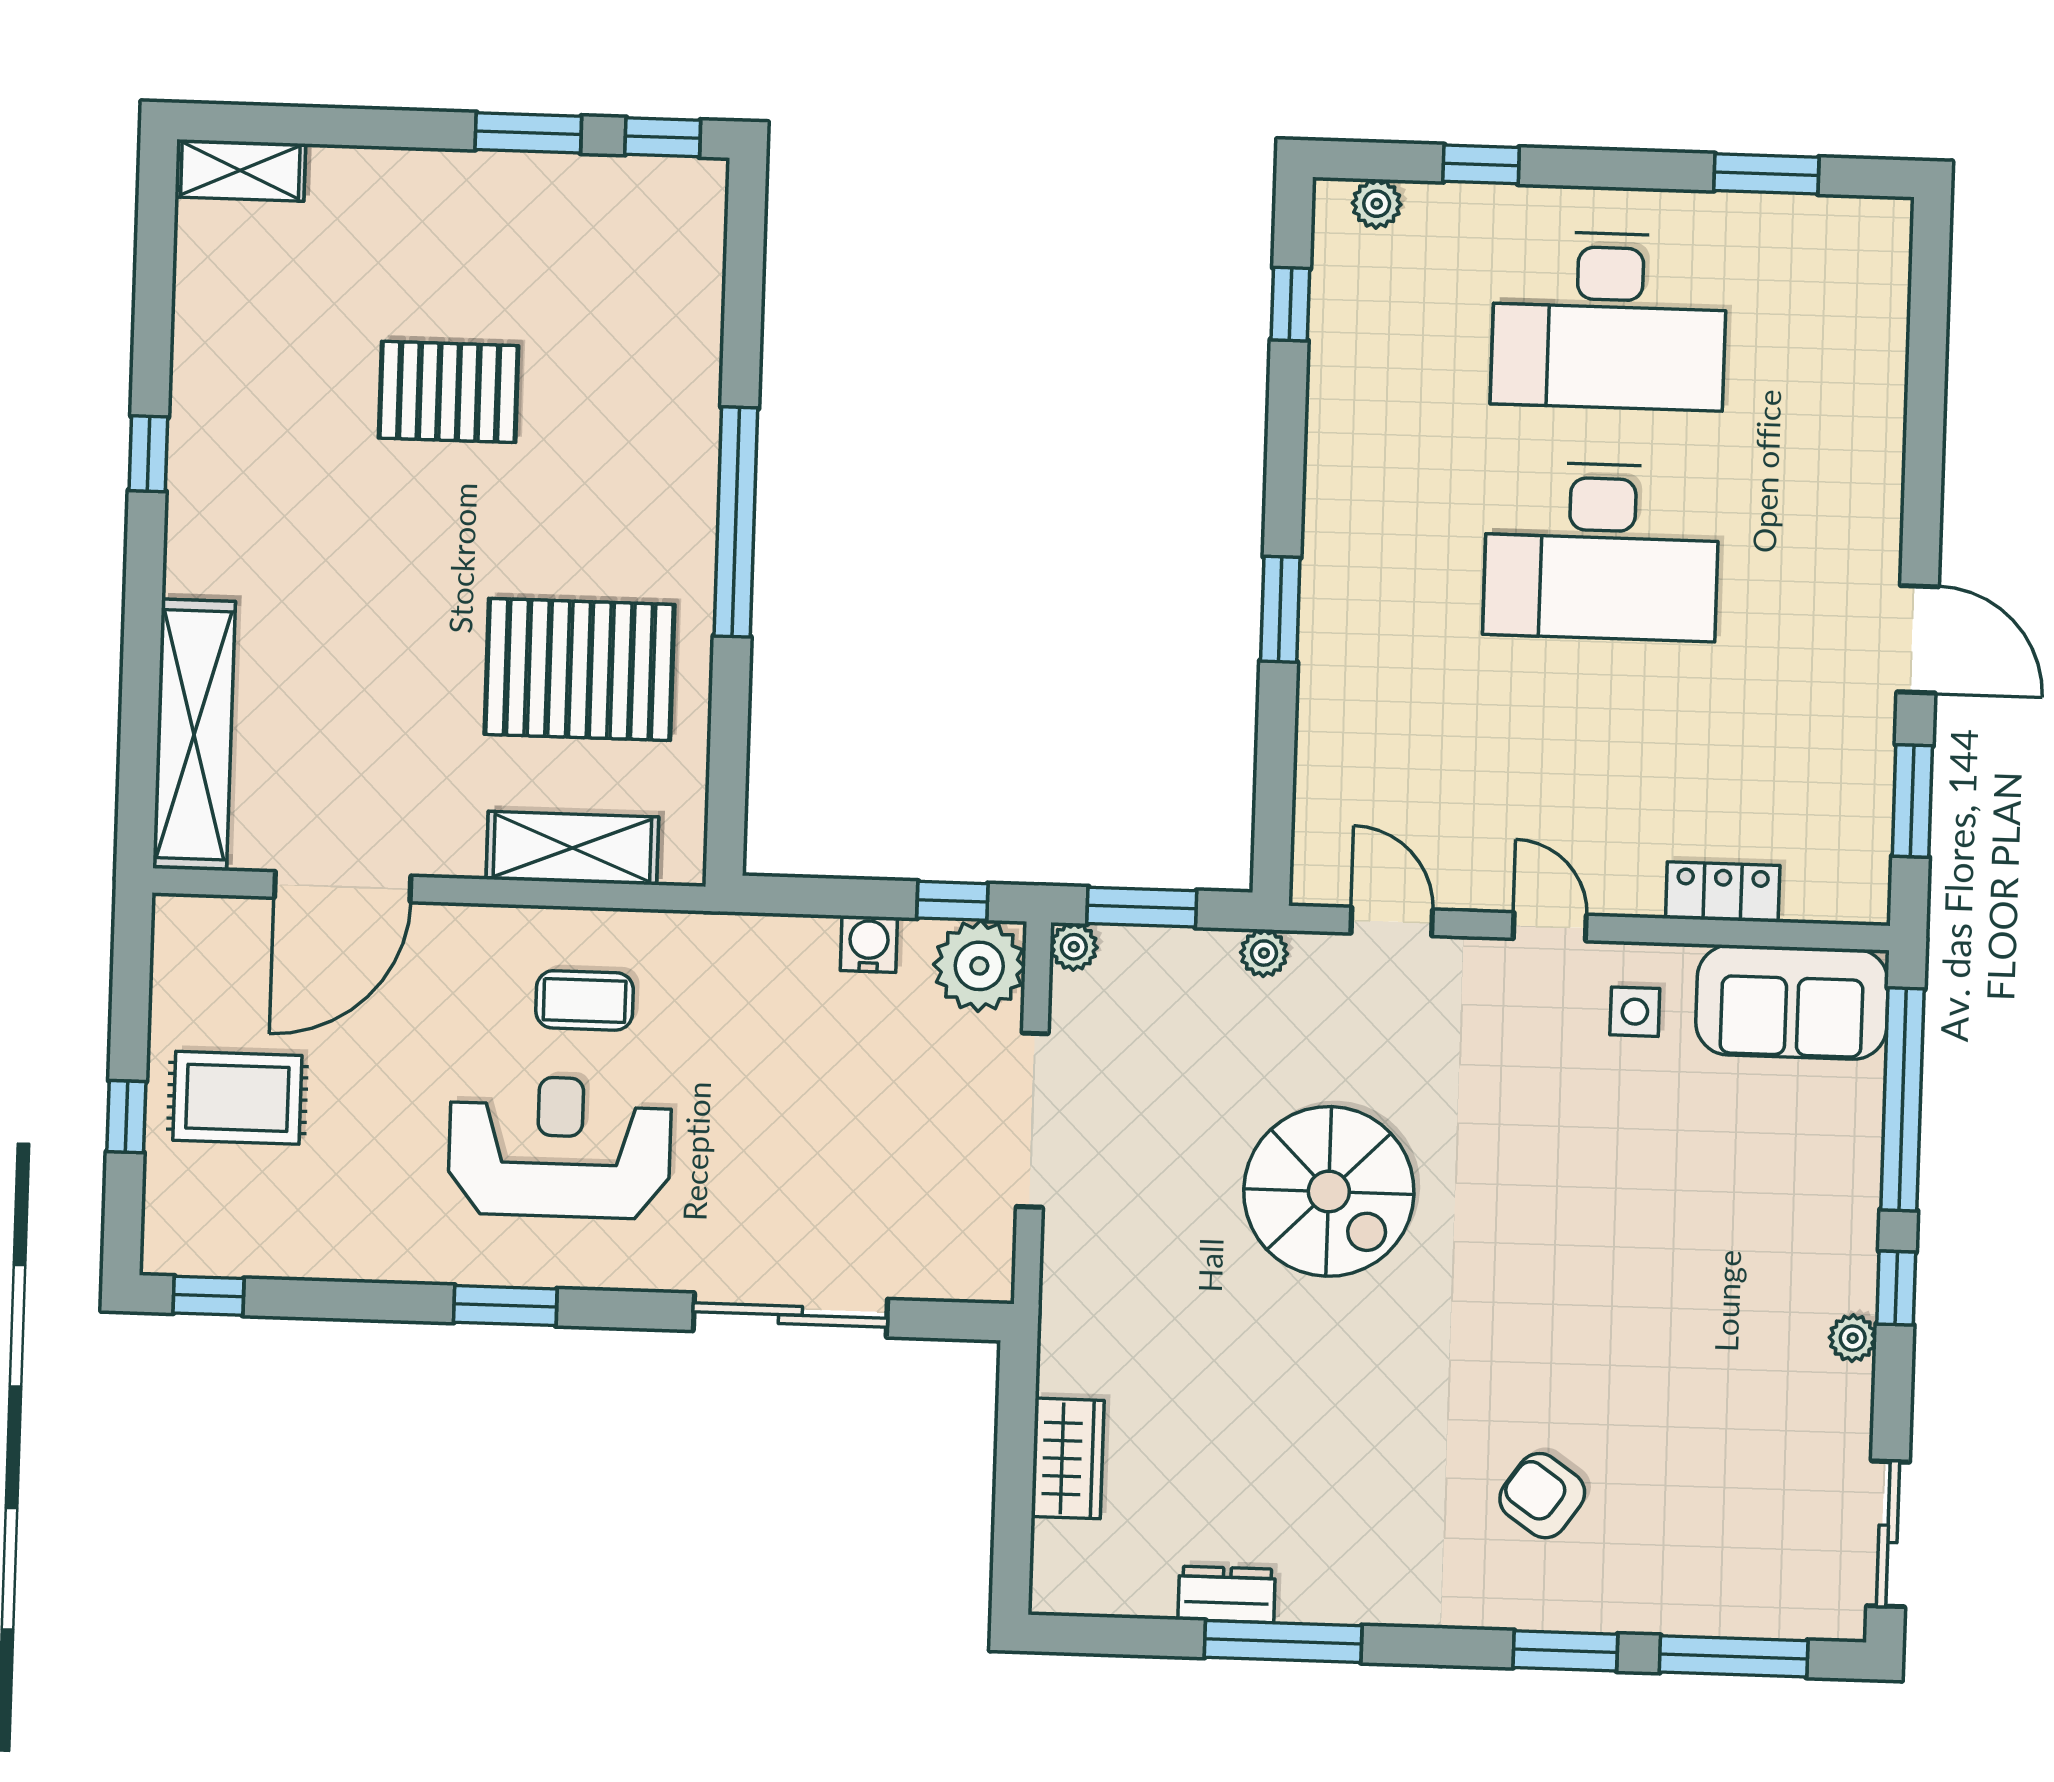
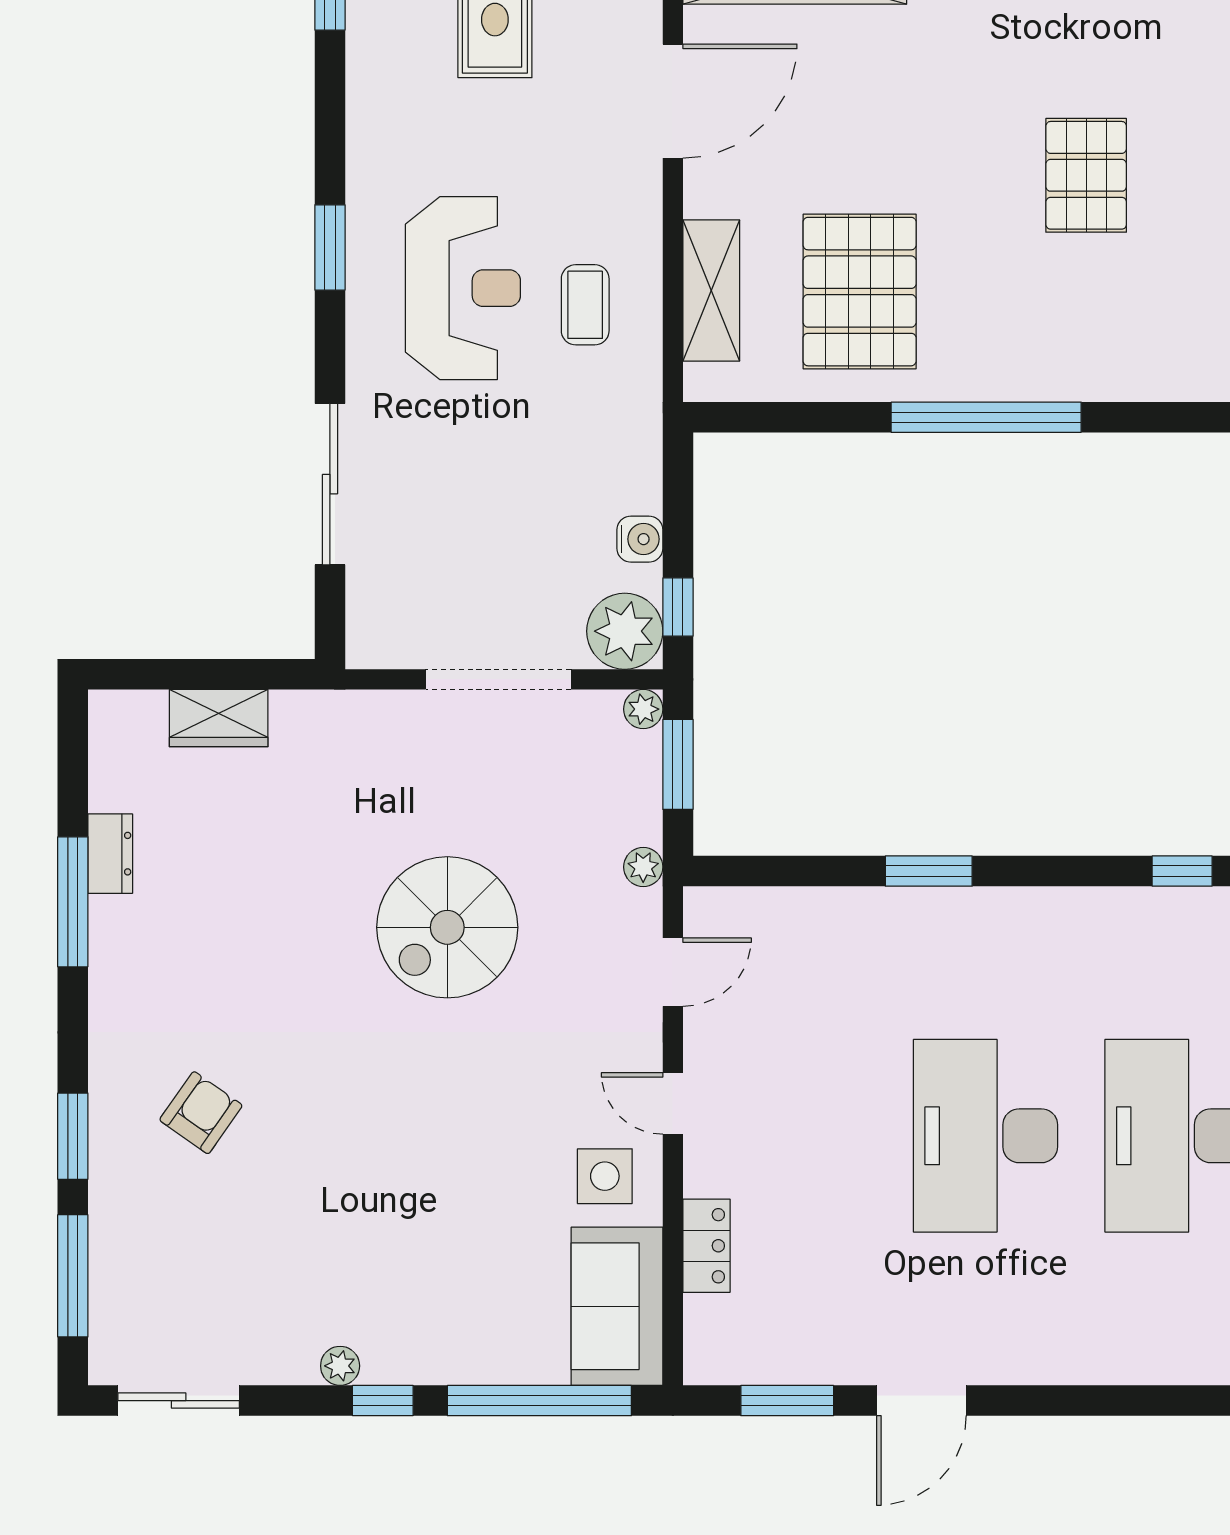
door: (343, 887) -> (673, 101), swing flipped
door: (1550, 927) -> (673, 1103), swing flipped
side table: (1635, 1012) -> (605, 1176), width x1.37, depth x1.37

